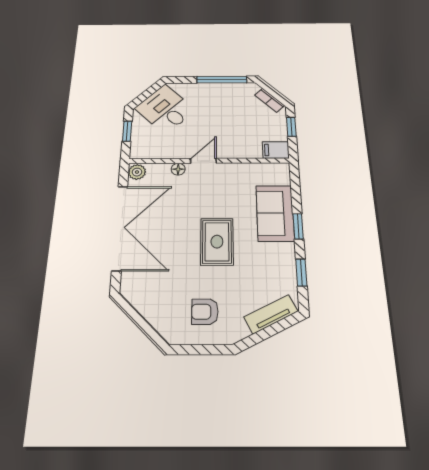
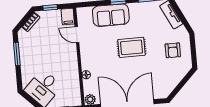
window: (222, 80) -> (17, 54), width x0.69
door: (203, 161) -> (77, 35), moved

